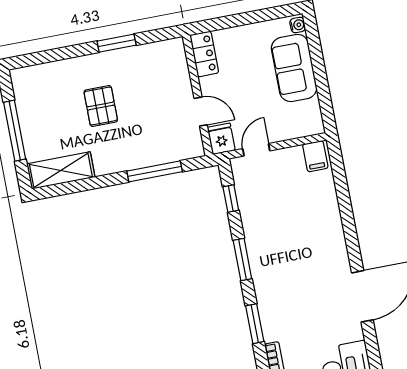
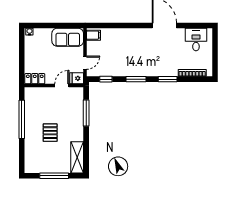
window: (117, 43) -> (22, 119), width x2.11
sofa: (294, 68) -> (68, 37), moved
pallet: (101, 106) -> (50, 133), turned 90
door: (256, 150) -> (85, 63), swing flipped

